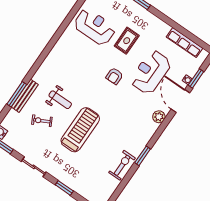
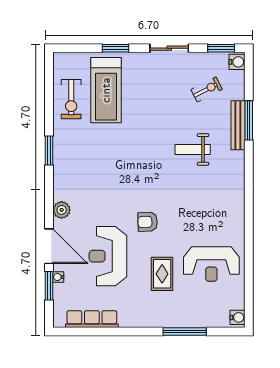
reception desk: (151, 72) -> (108, 256), turned 180
armchair: (114, 76) -> (148, 222), turned -92
exercise bike: (42, 121) -> (207, 89), moved
treadmill: (80, 130) -> (106, 90), moved
exercise bike: (122, 165) -> (71, 99), moved

